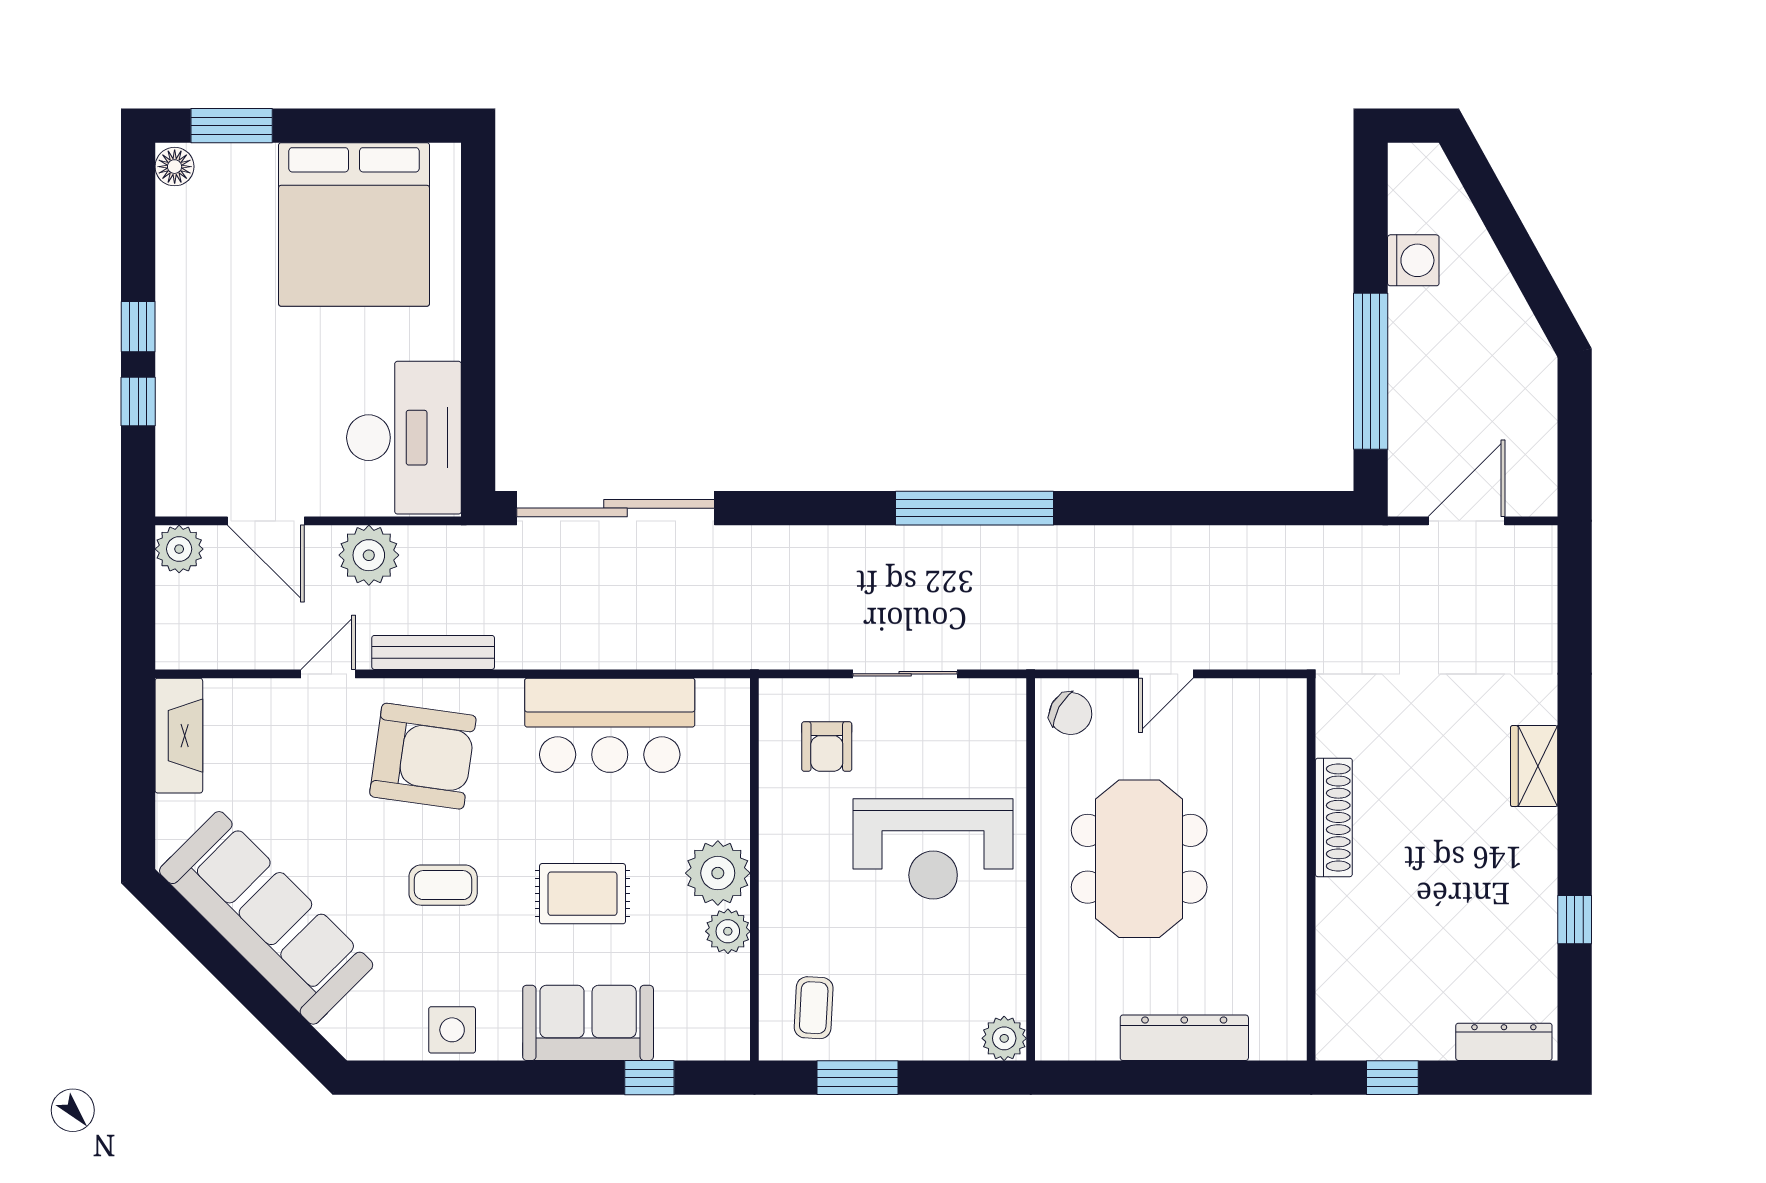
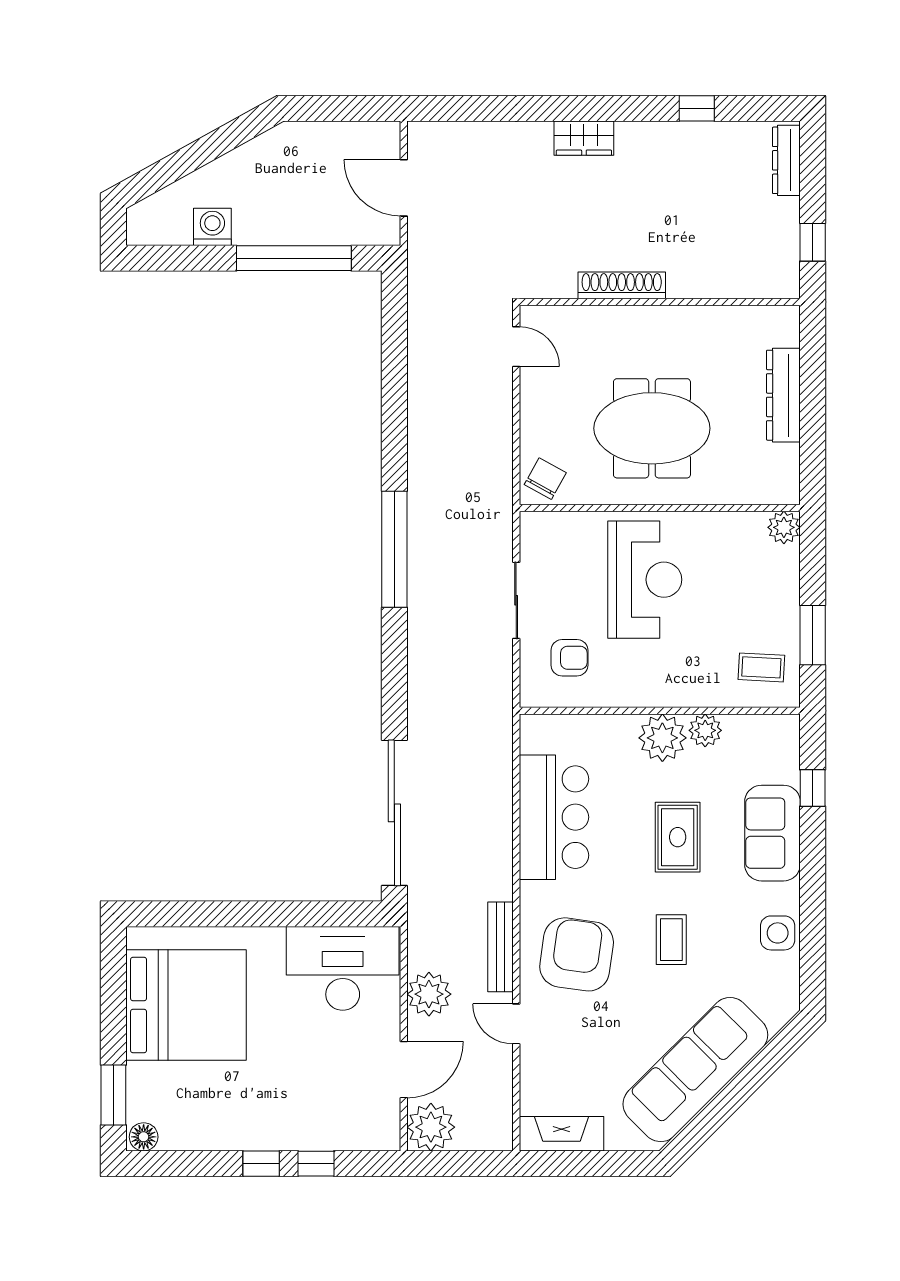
plant: (179, 549) -> (431, 1127), width x1.36, depth x1.36
door: (1166, 674) -> (516, 347), moved

